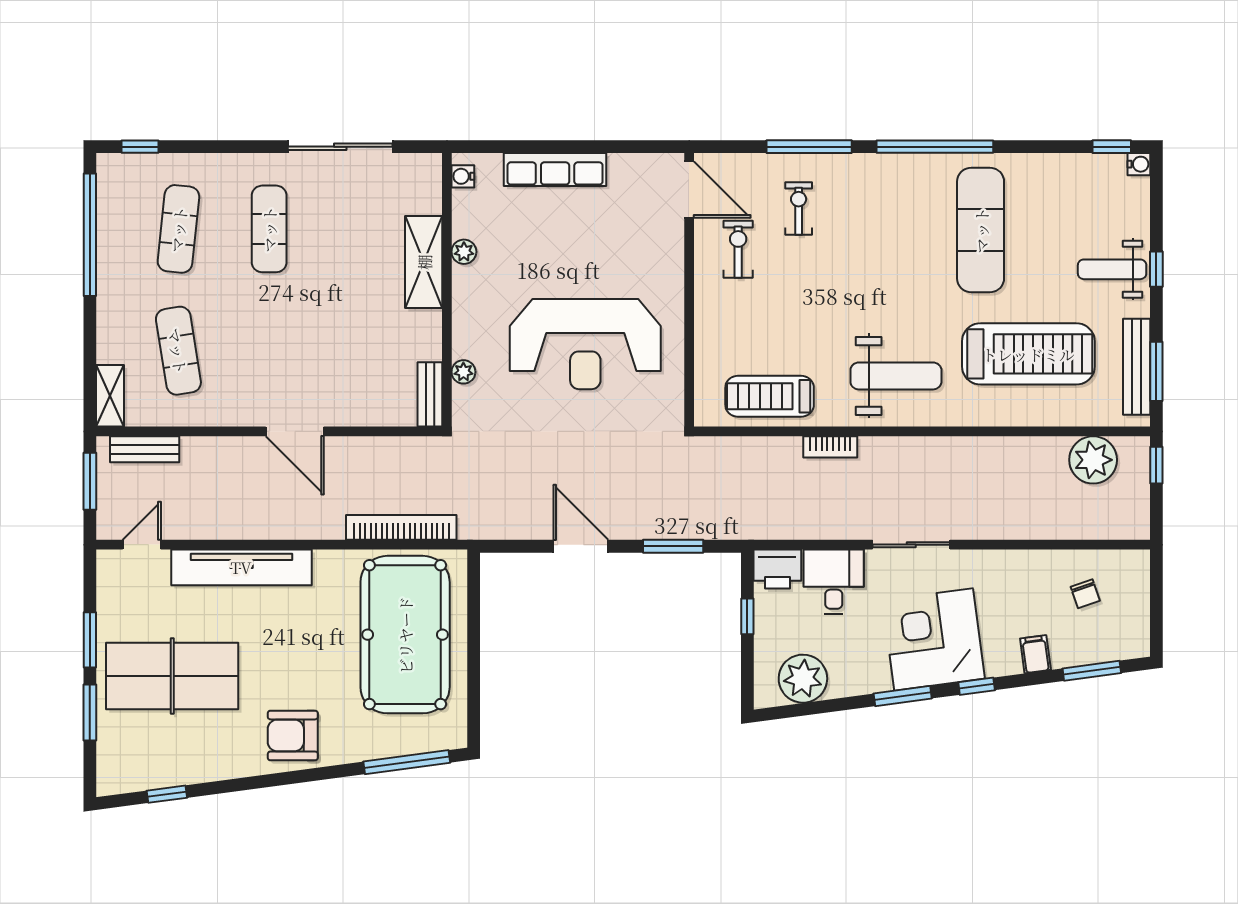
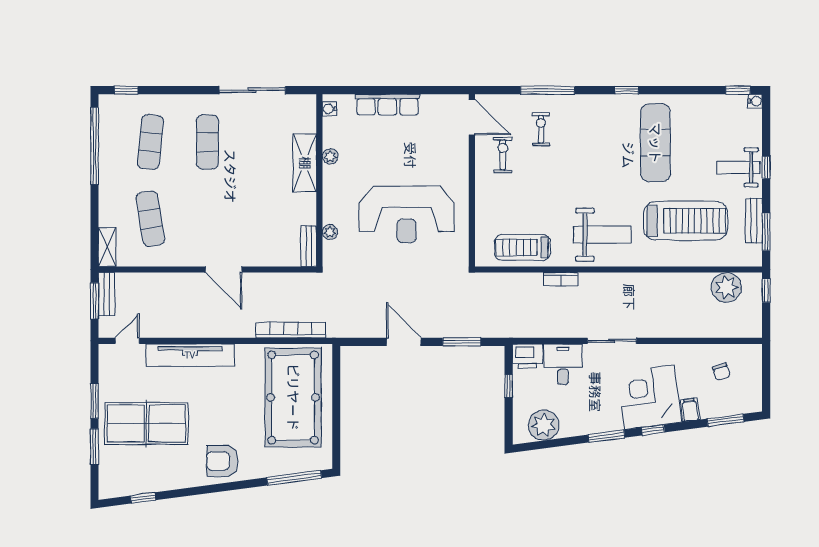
window: (935, 147) -> (627, 90), width x0.32
bench: (1137, 367) -> (754, 221), width x0.73
bench: (145, 449) -> (107, 294), moved, turned 90
corner desk: (934, 639) -> (649, 397), moved

